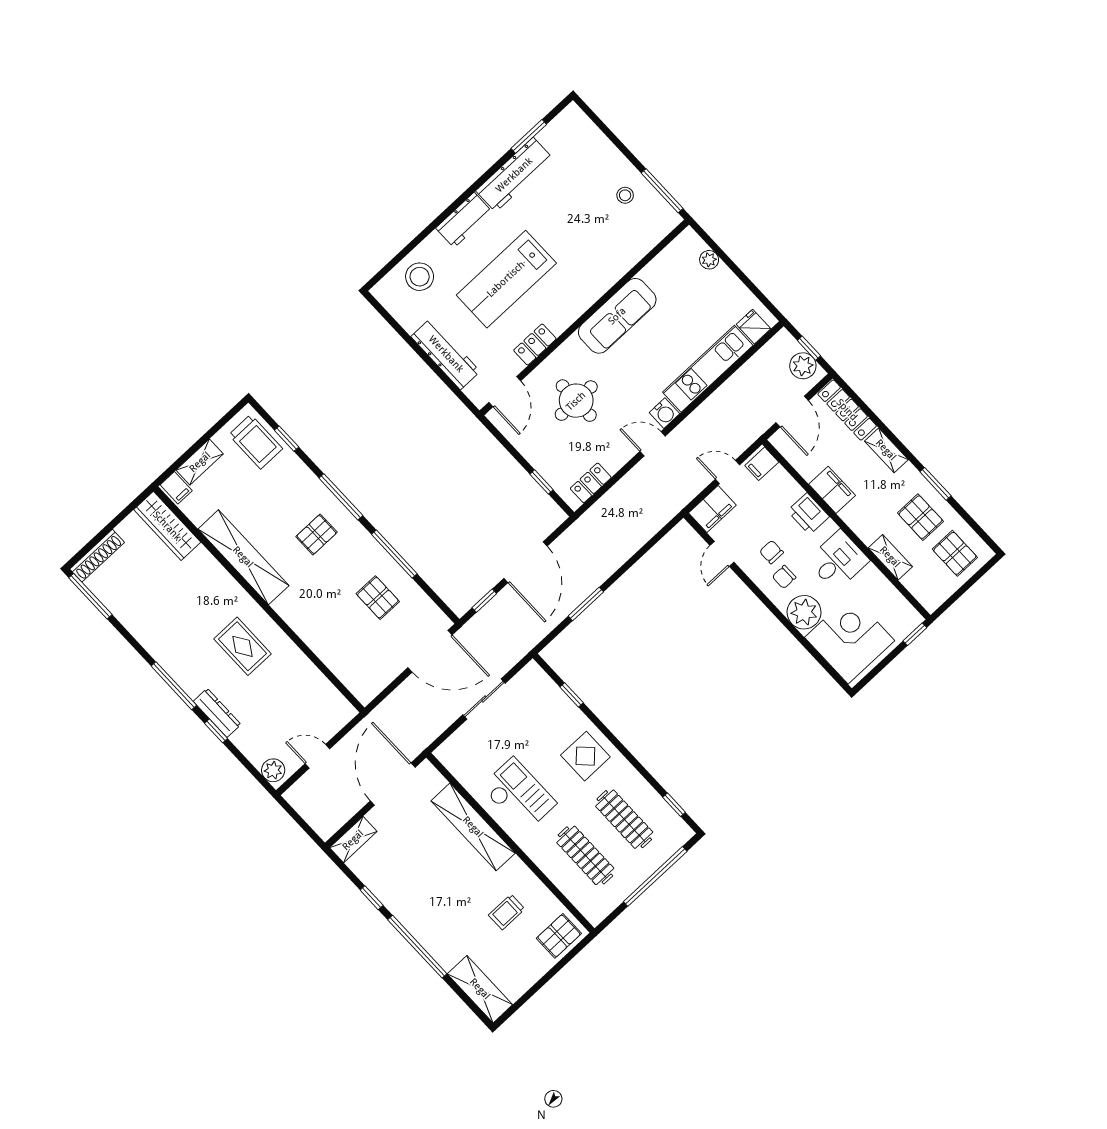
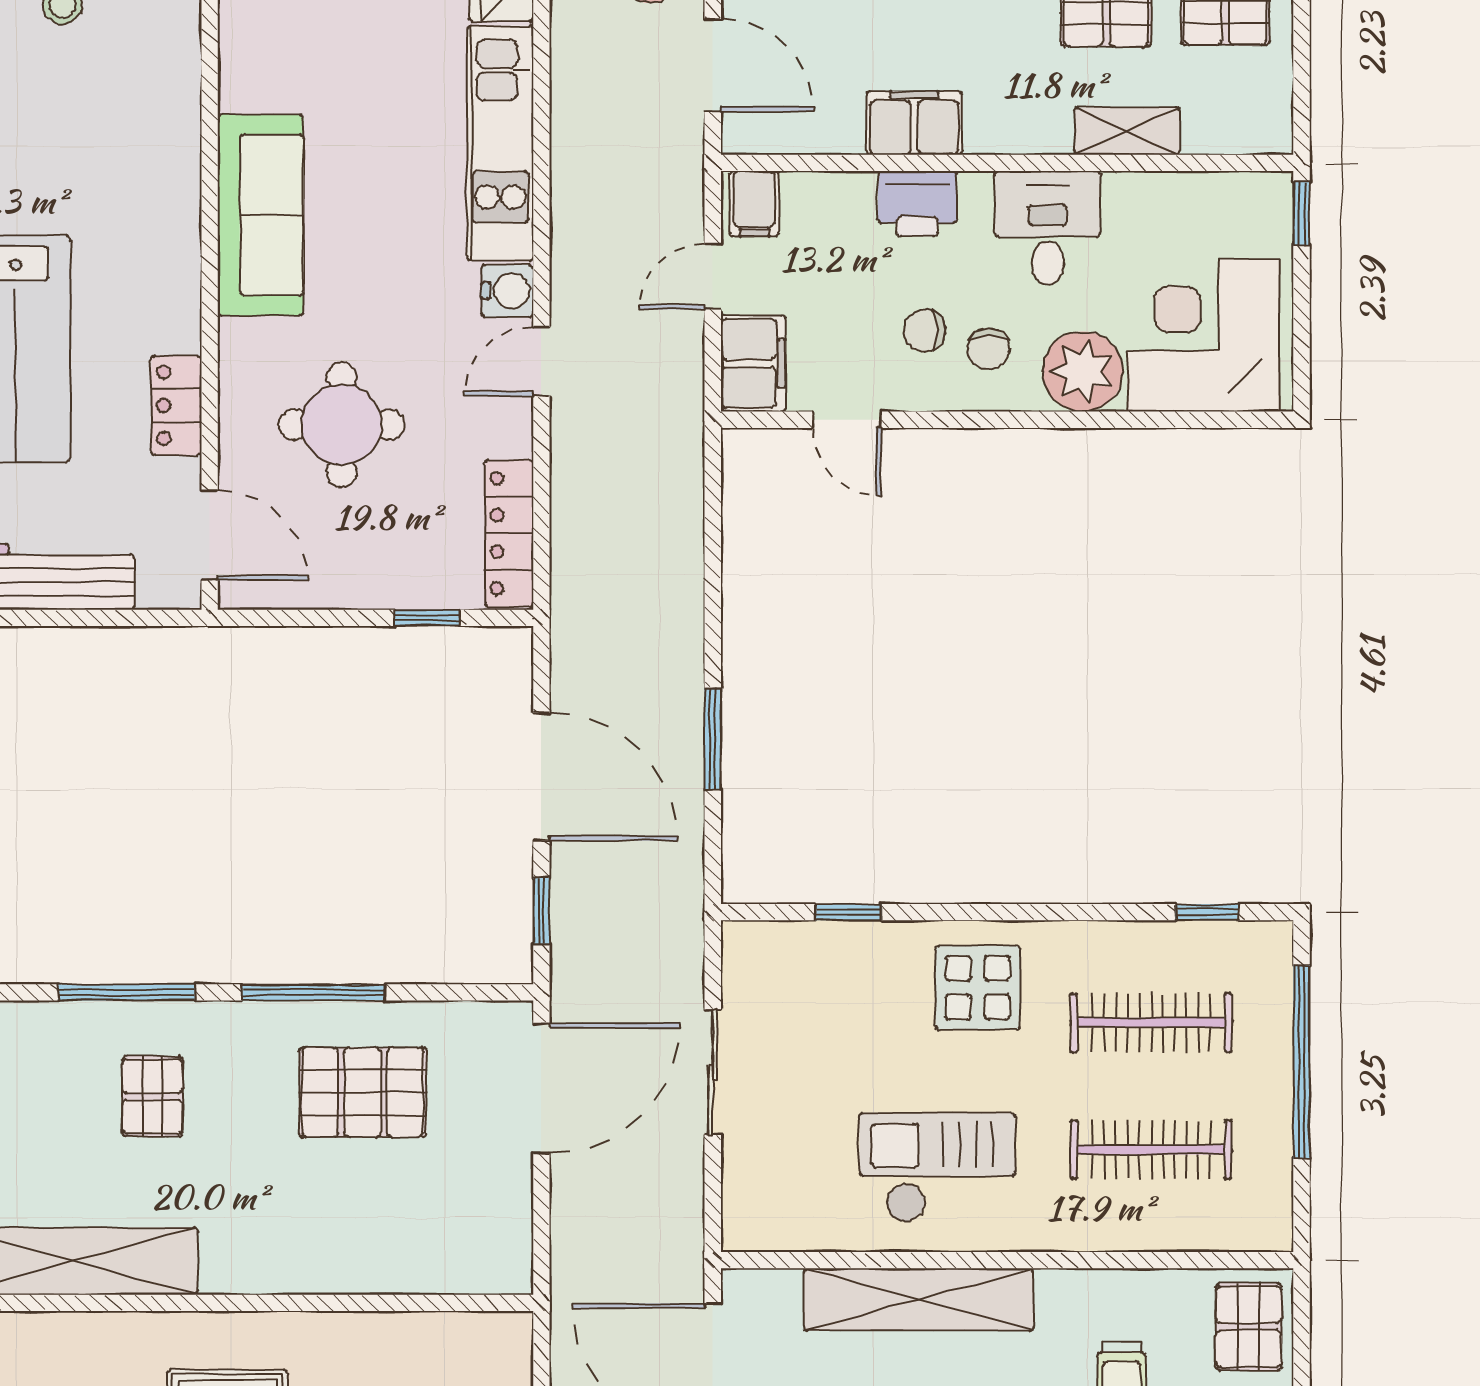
locker: (591, 483) -> (509, 533), width x1.53
pallet: (378, 598) -> (363, 1092), width x1.50, depth x1.42

